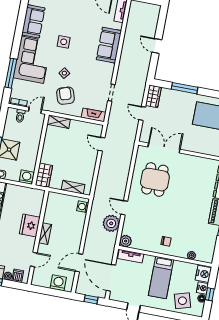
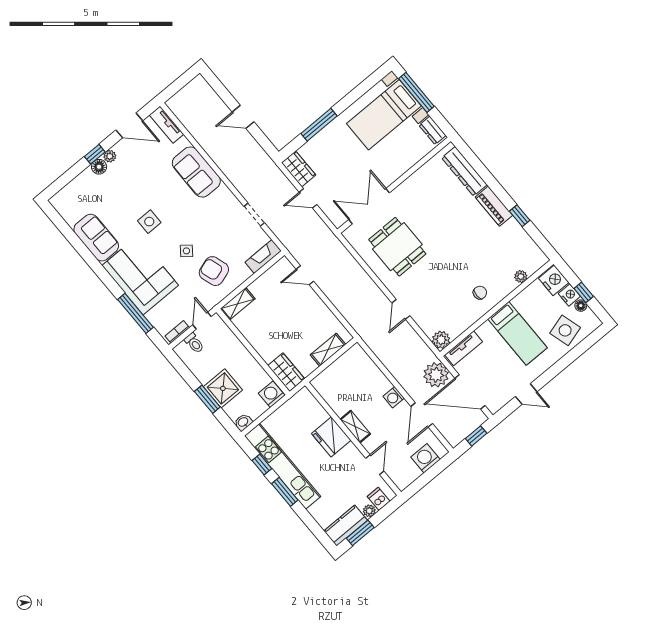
washing machine: (83, 207) -> (394, 397), moved
door: (124, 208) -> (401, 309), hinge flipped
plant: (111, 223) -> (436, 375), moved

